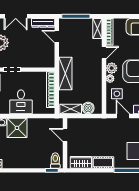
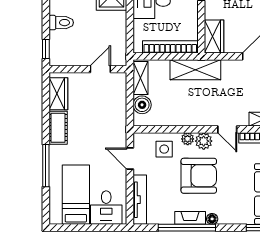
wardrobe: (44, 61) -> (214, 37), added
door: (123, 116) -> (130, 158), swing flipped
toilet: (55, 161) -> (61, 23), moved

